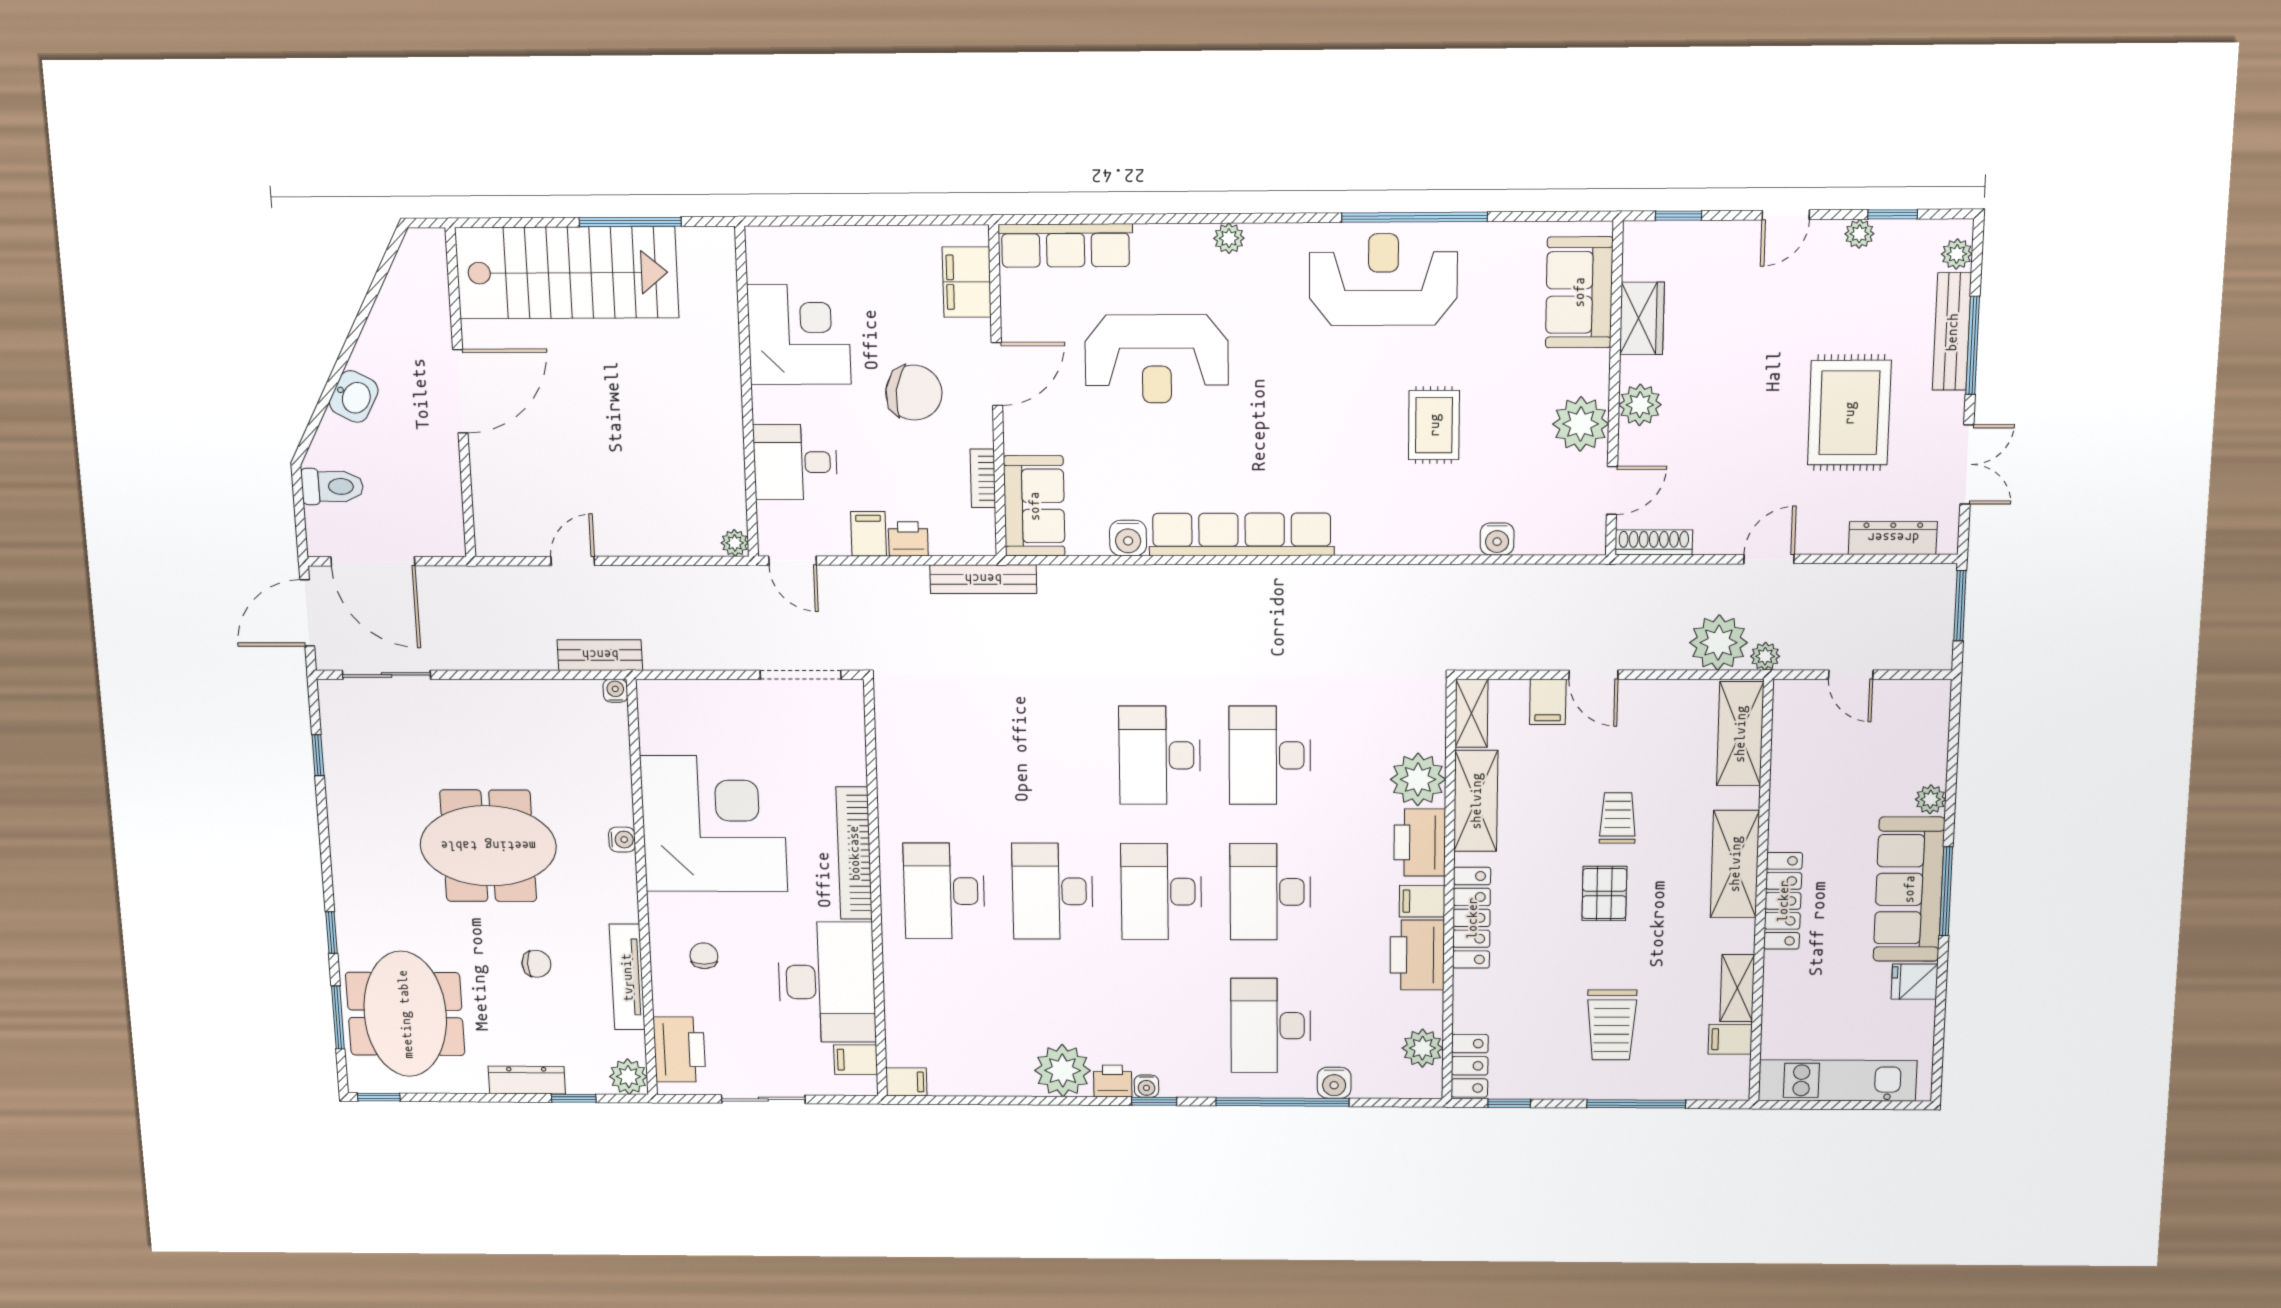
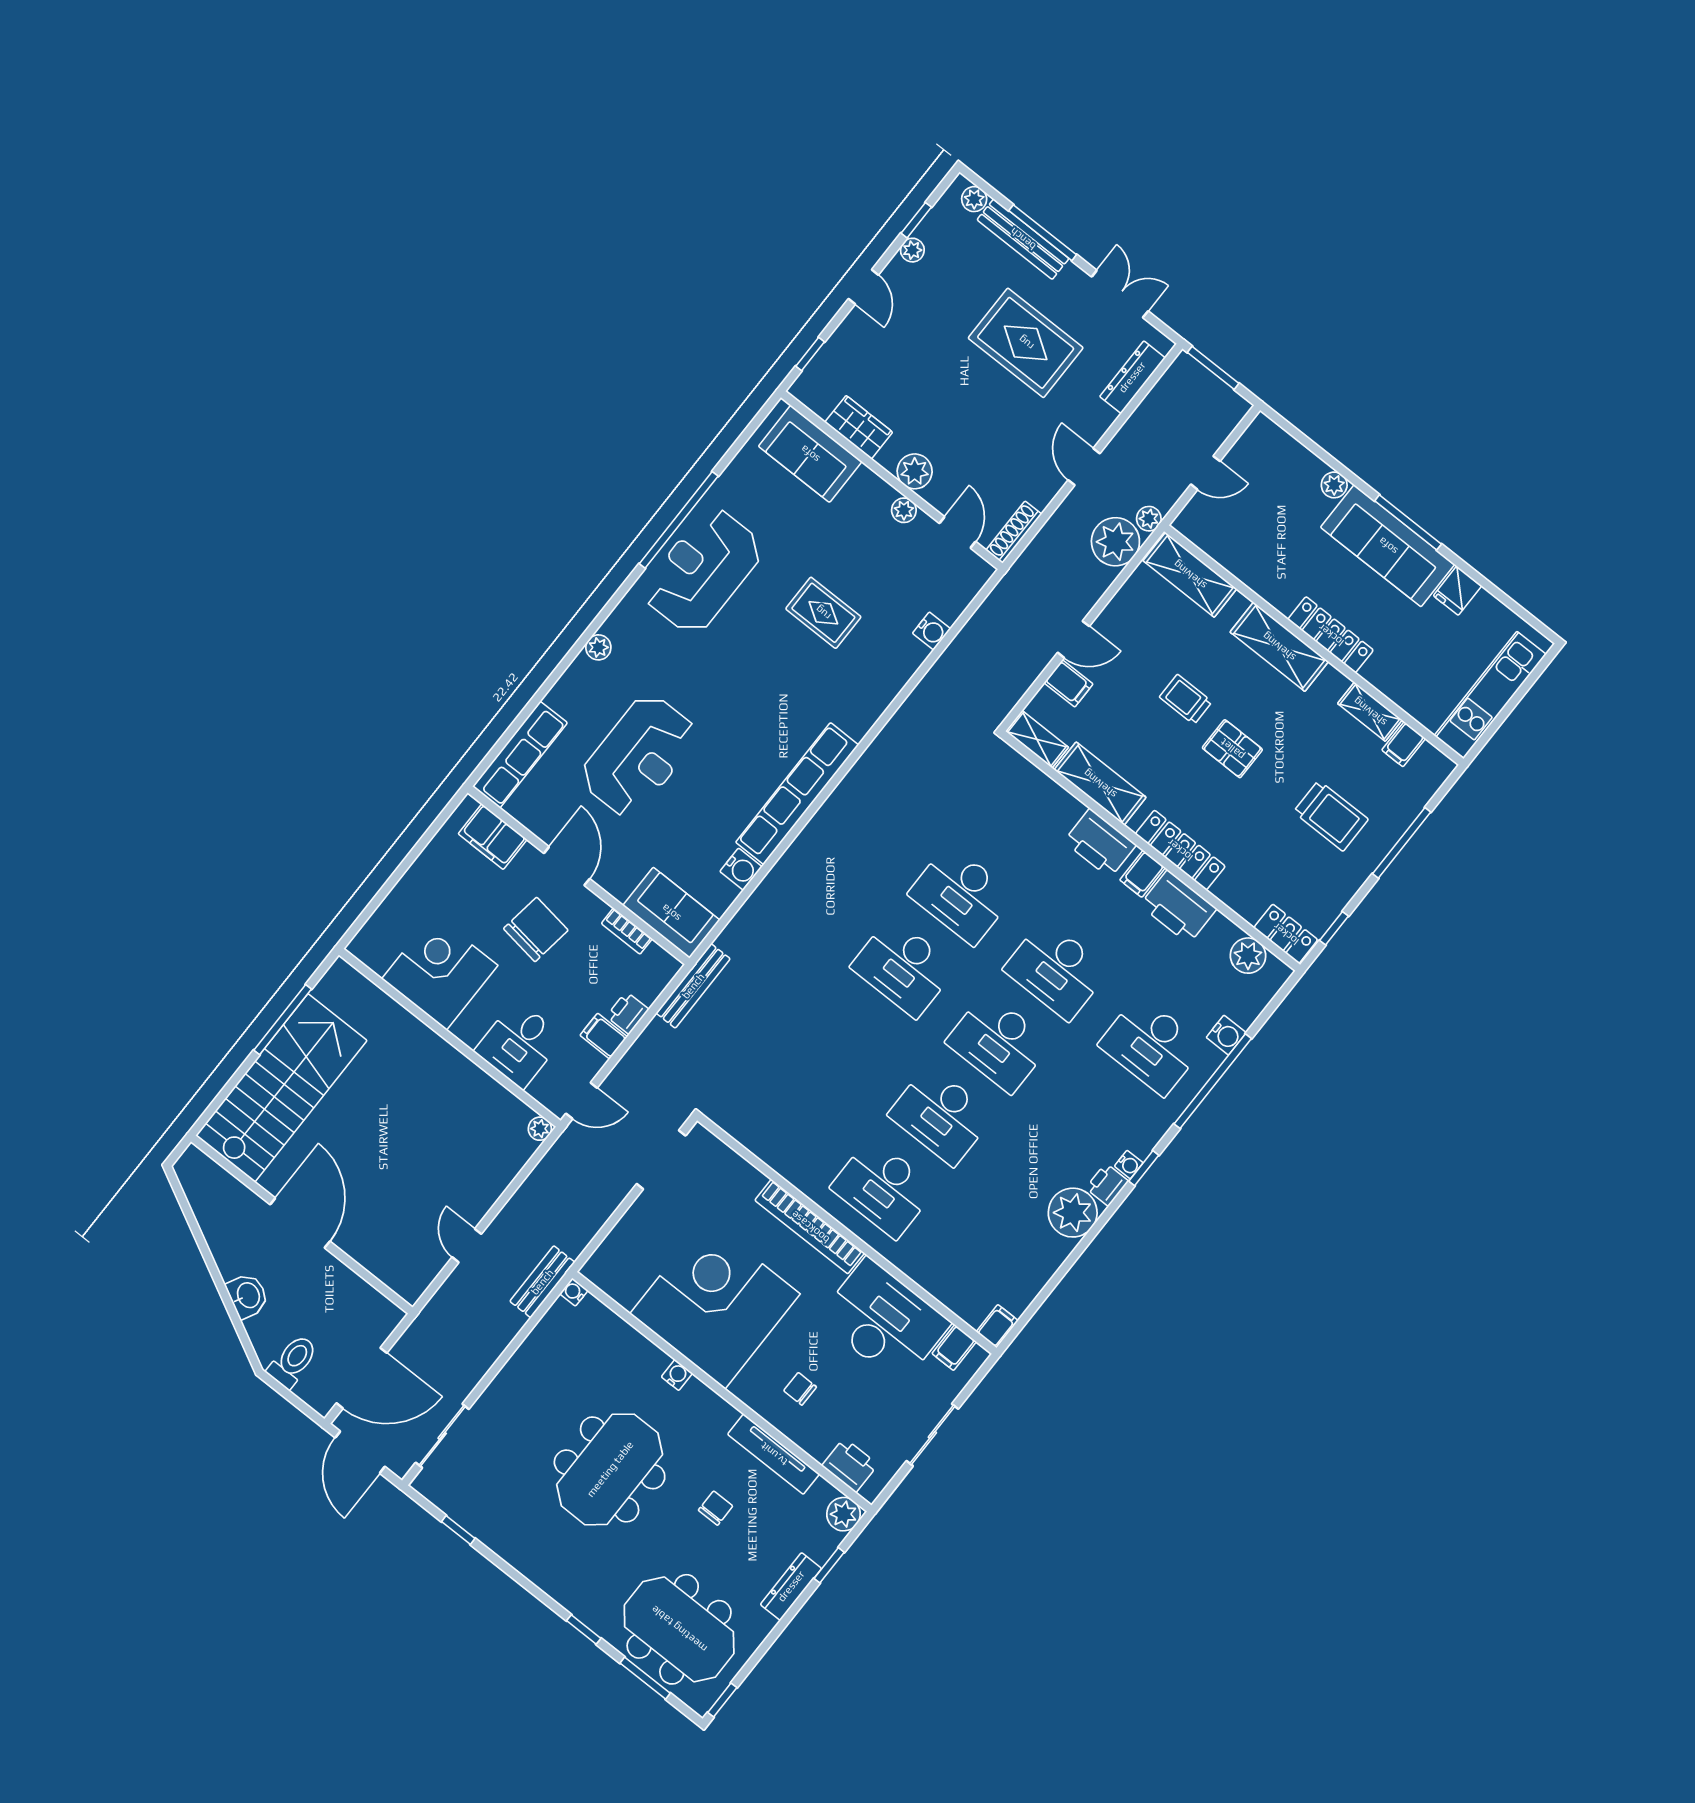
plant: (1581, 424) -> (904, 510), width x0.53, depth x0.53
plant: (1418, 779) -> (1055, 810), removed
printer: (679, 1049) -> (850, 1465), width x0.73, depth x0.84

